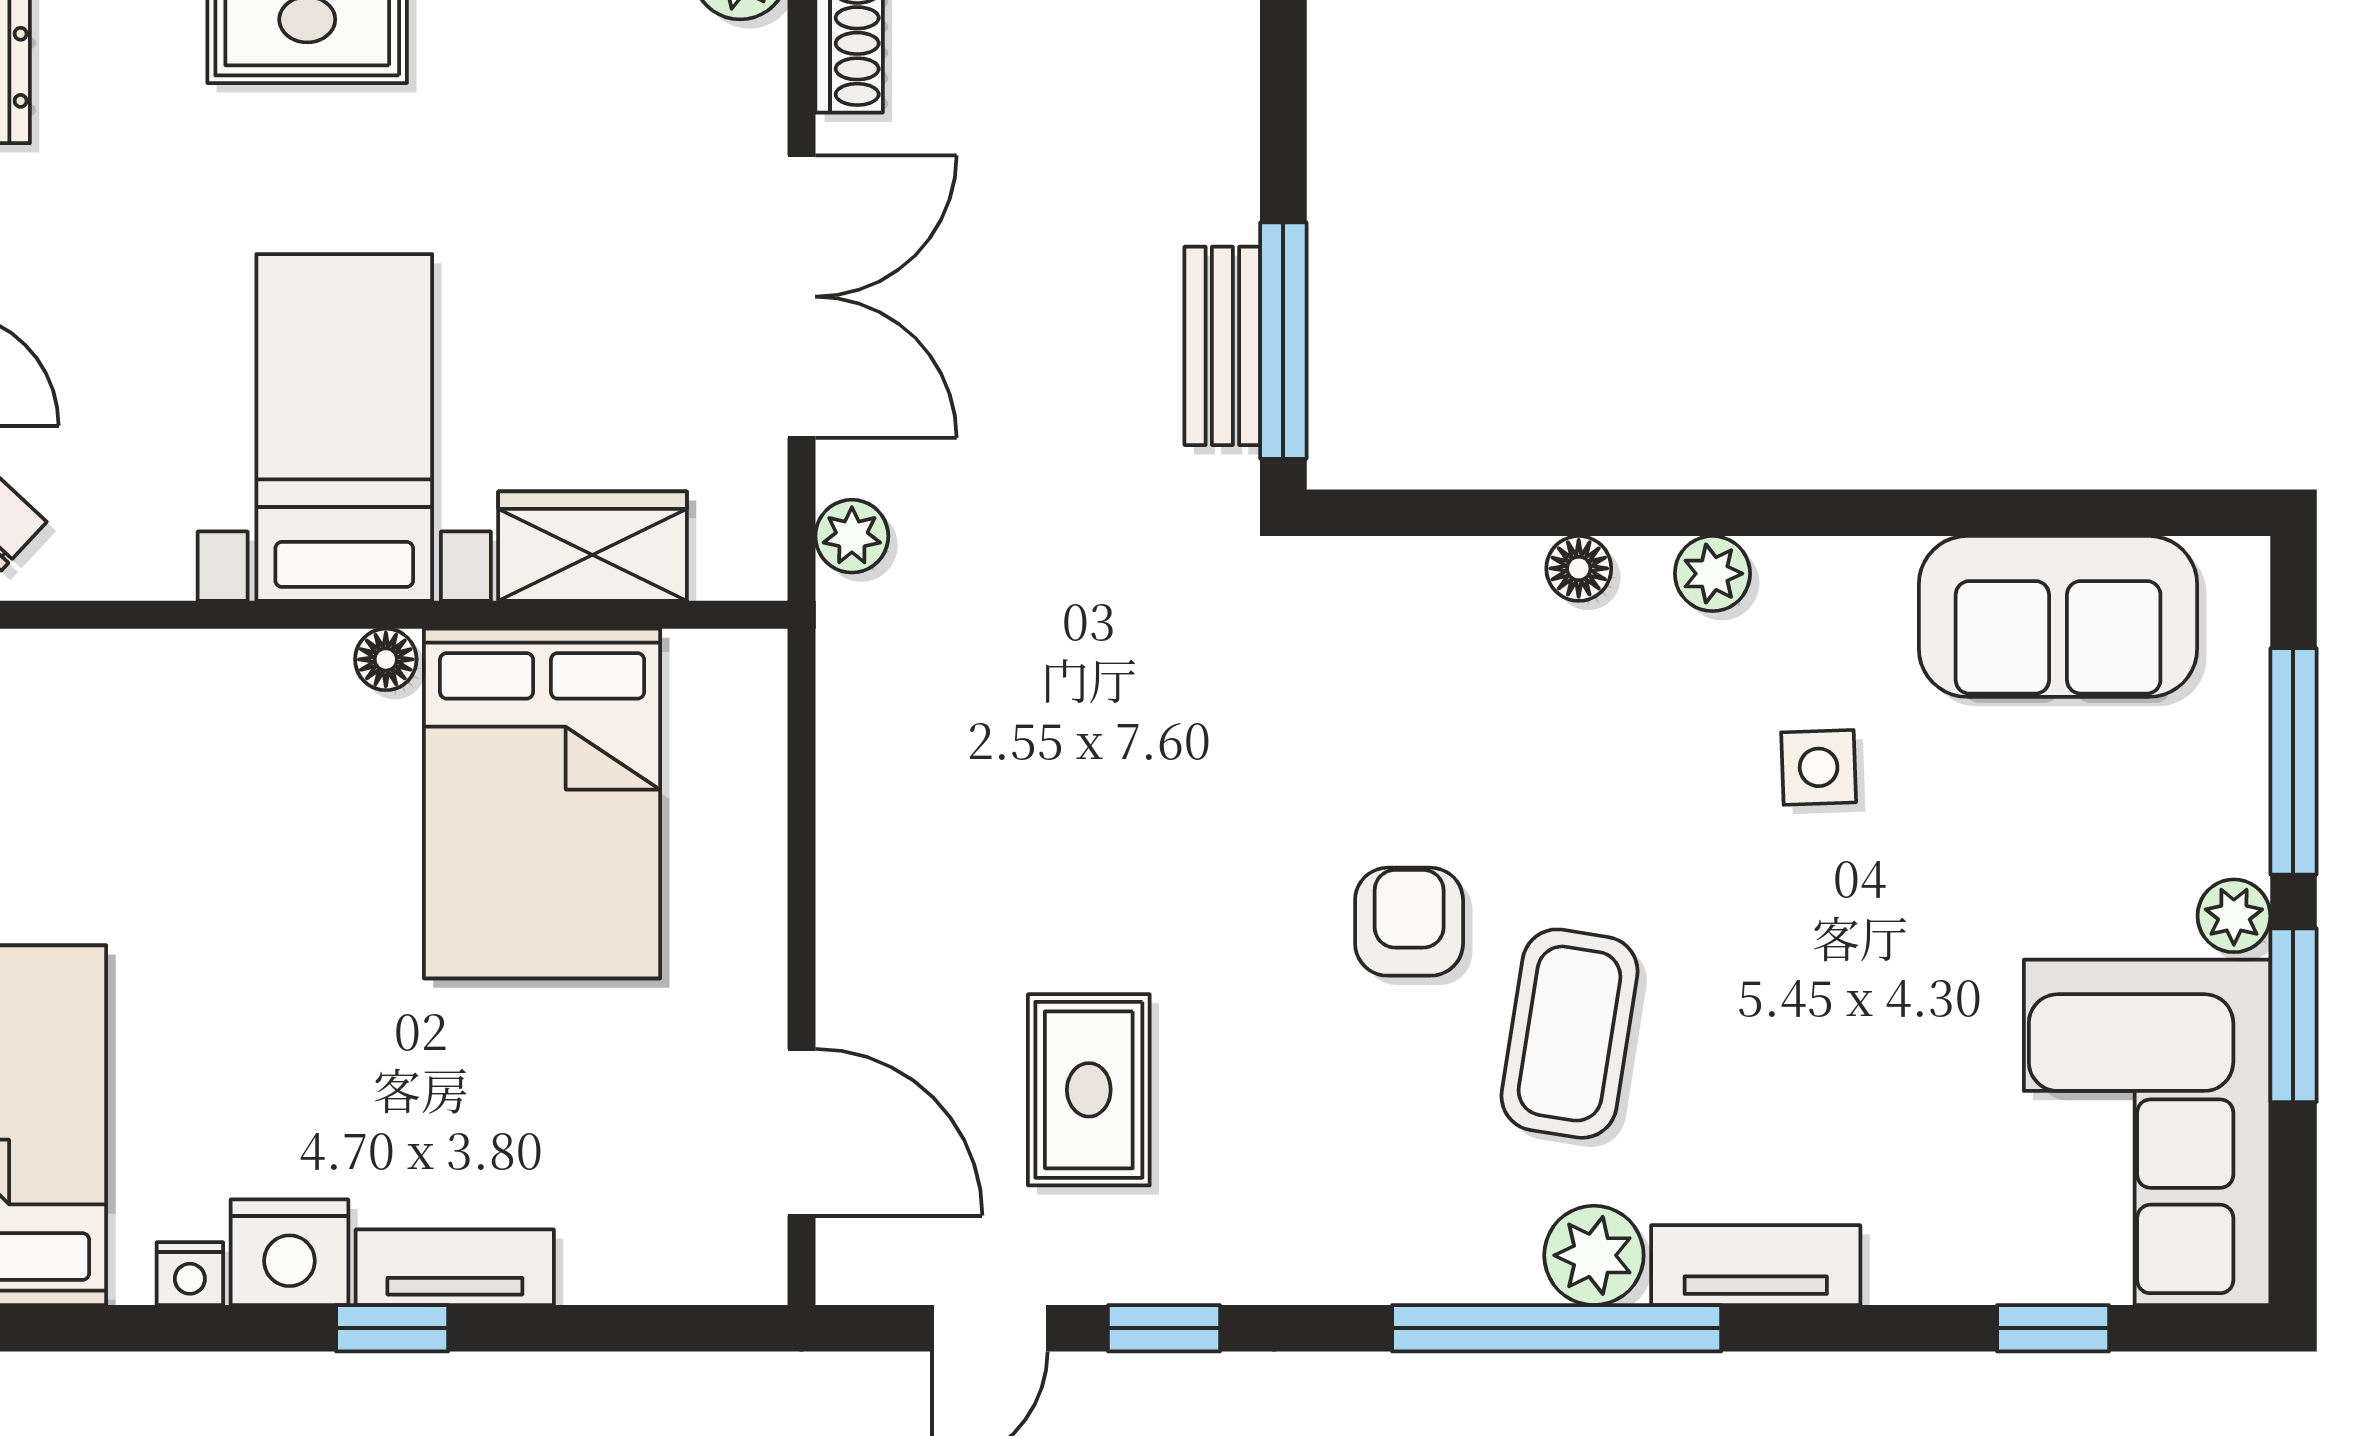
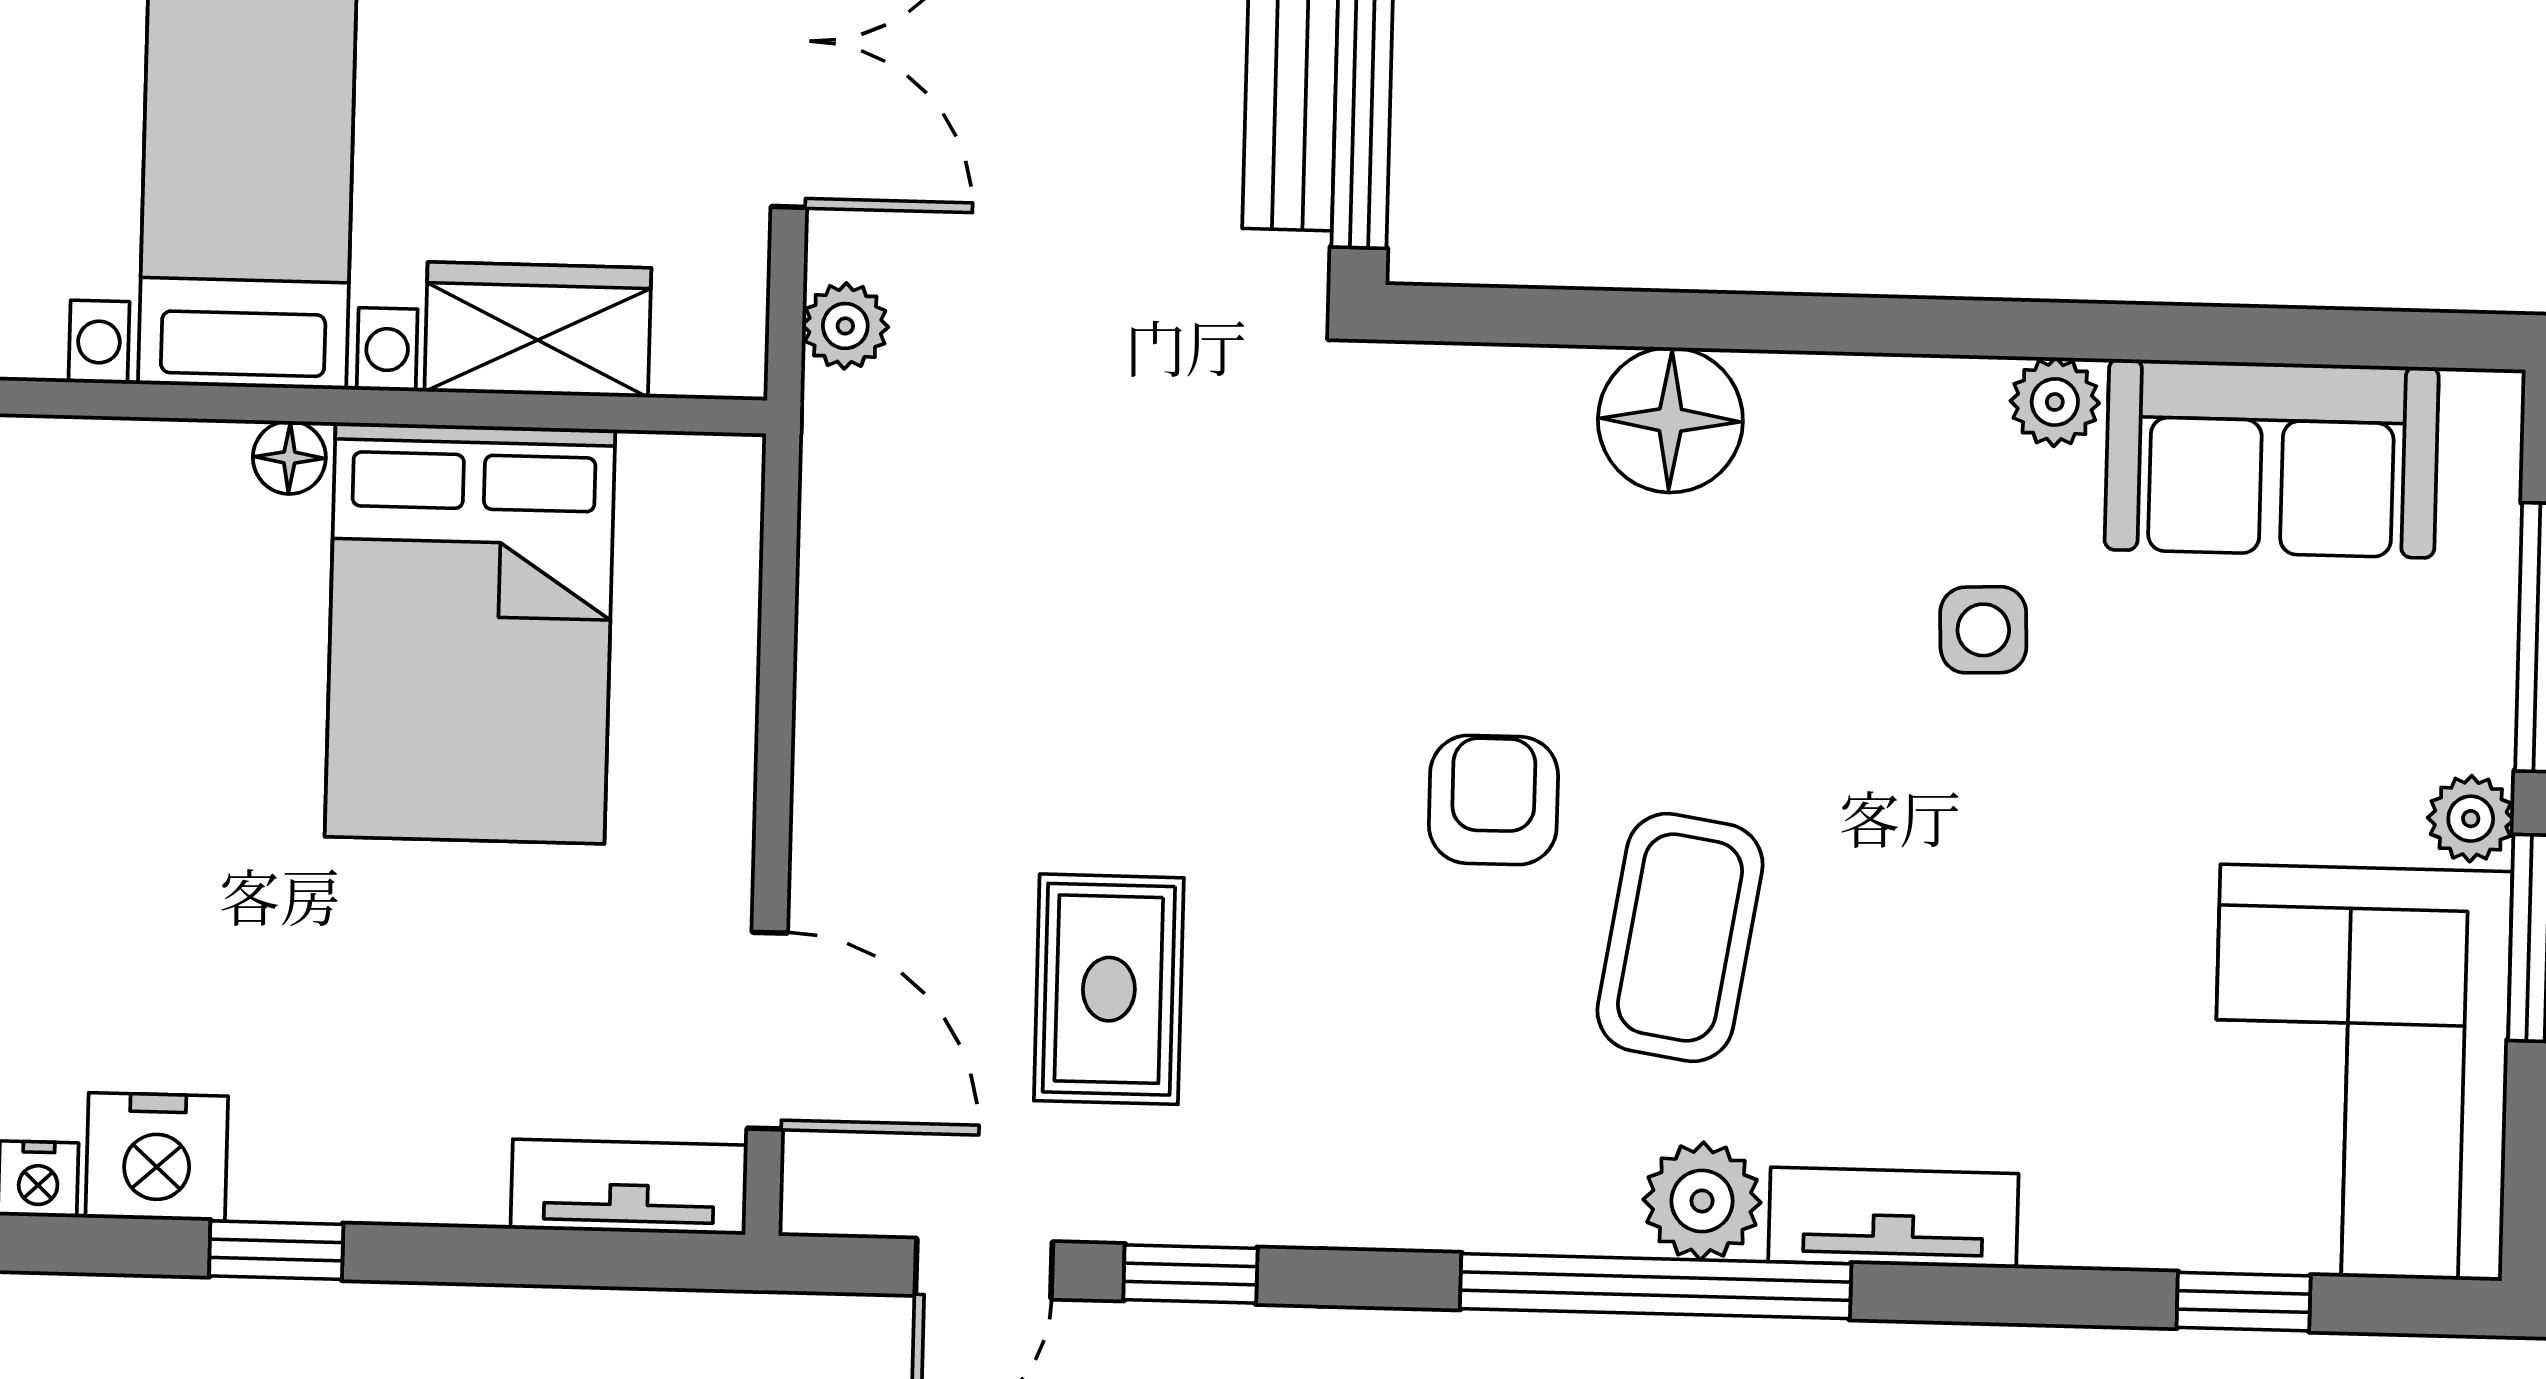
floor lamp: (1579, 568) -> (1670, 420), width x1.89, depth x1.89
plant: (1712, 574) -> (2055, 402), moved
tv unit: (455, 1267) -> (629, 1187), moved

